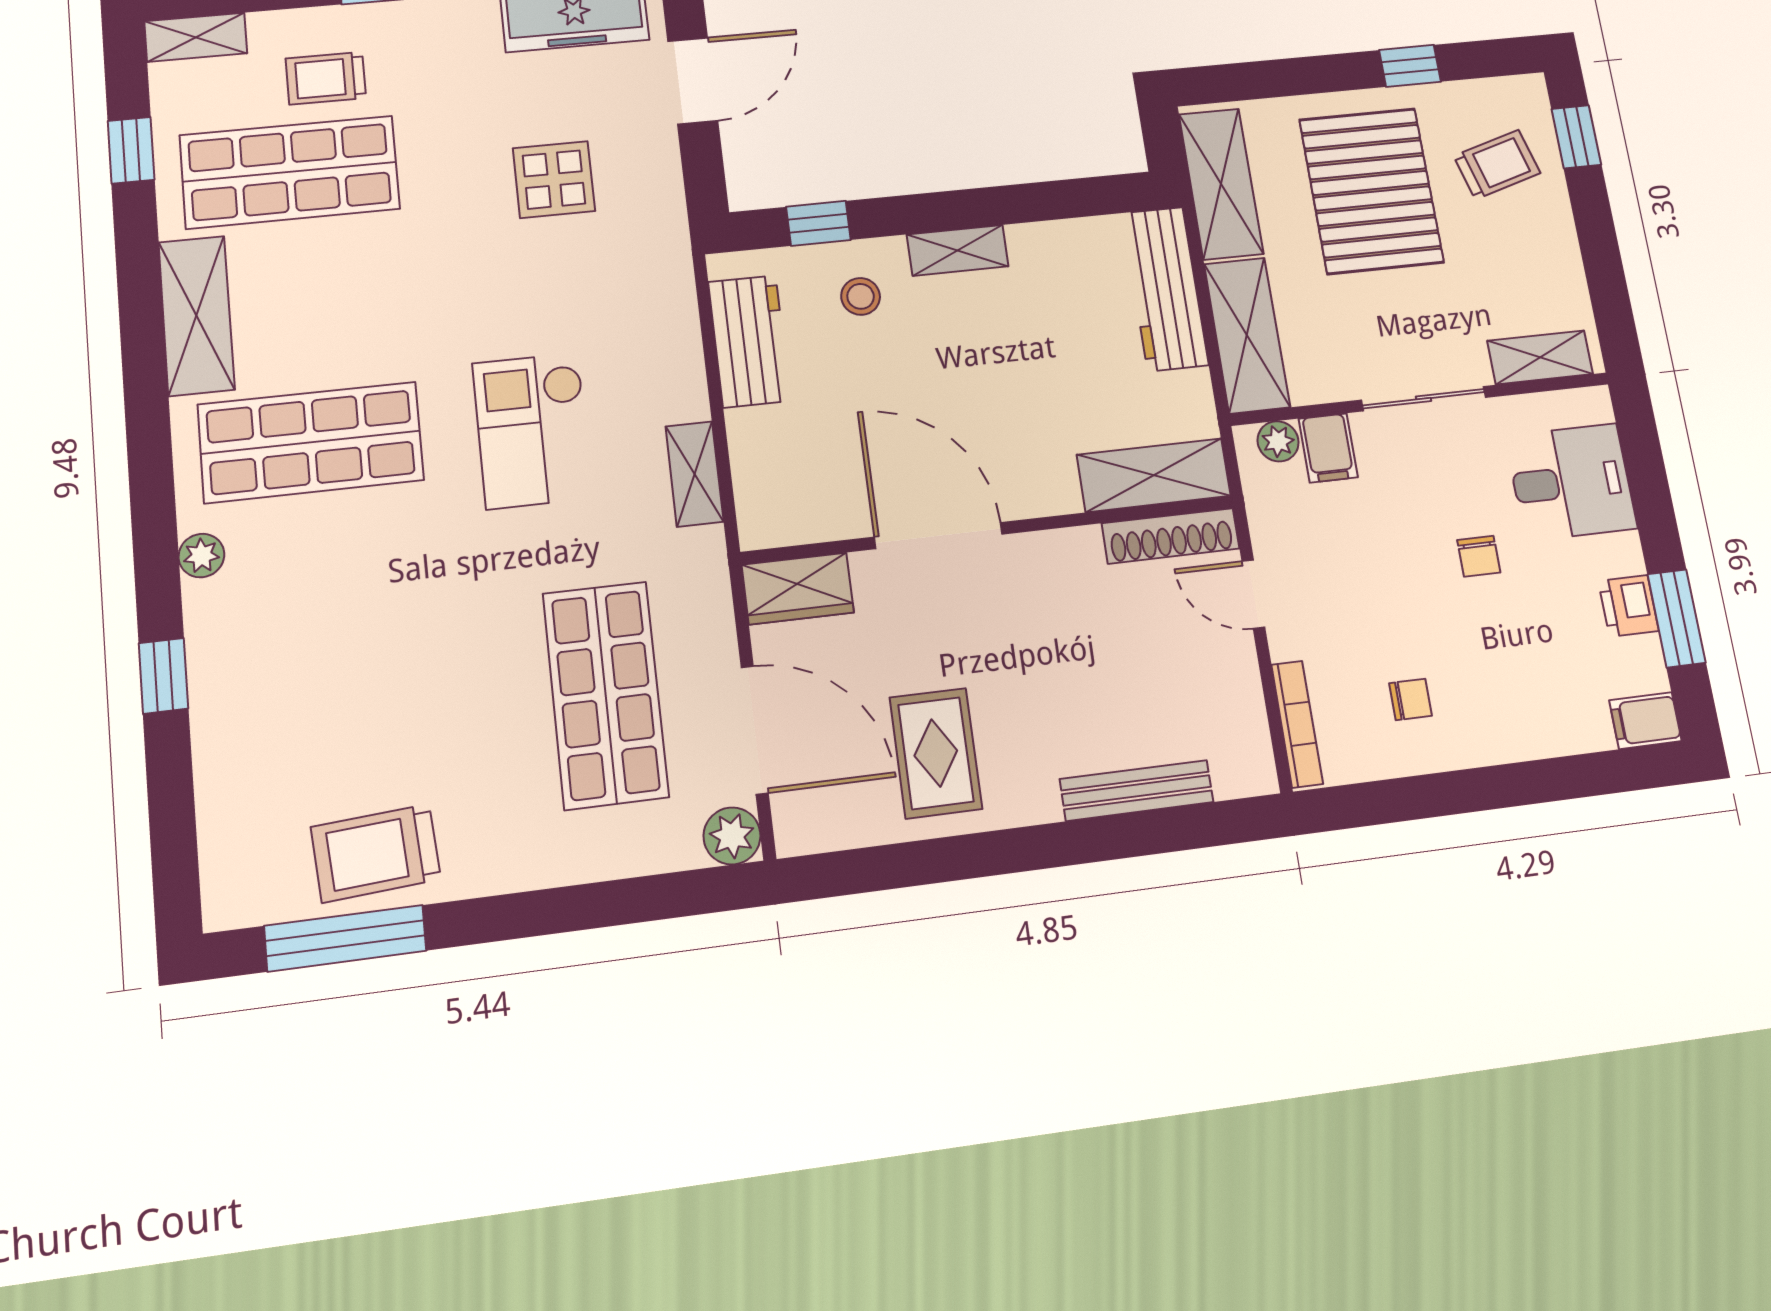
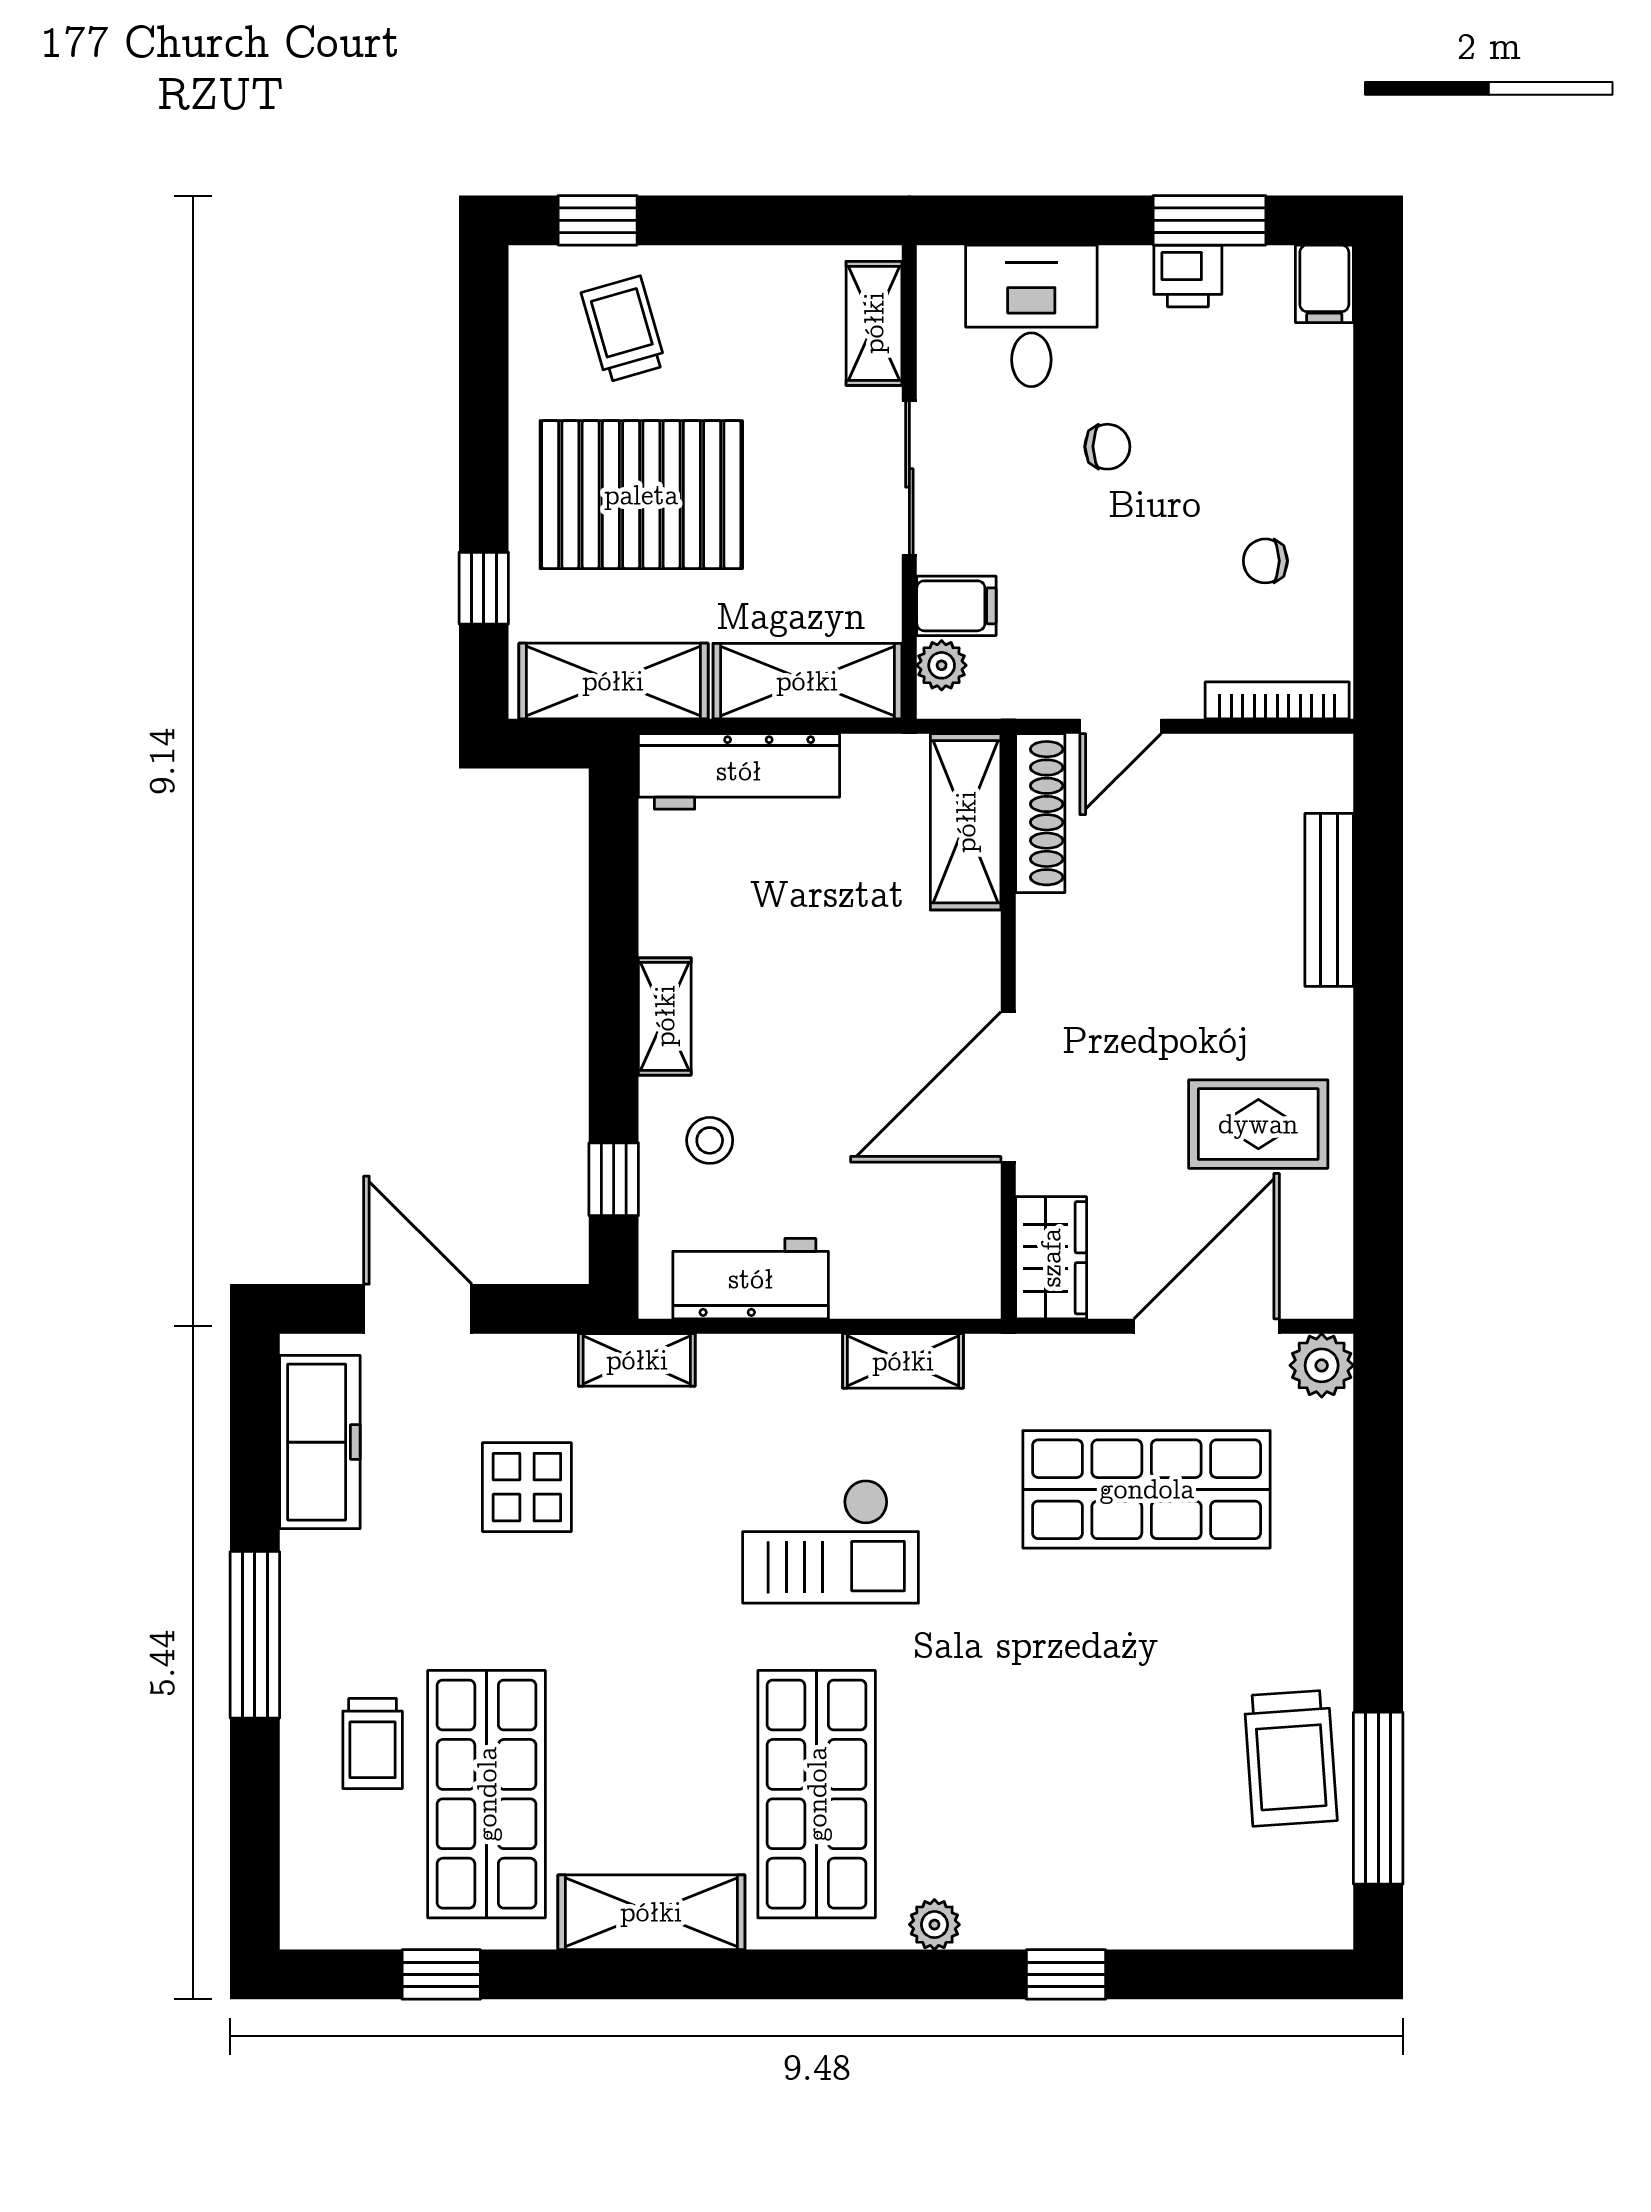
shelving: (196, 37) -> (637, 1360), moved, turned 90
window: (1410, 66) -> (484, 588), moved
chair: (1411, 699) -> (1265, 561), turned -90

